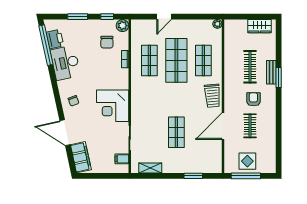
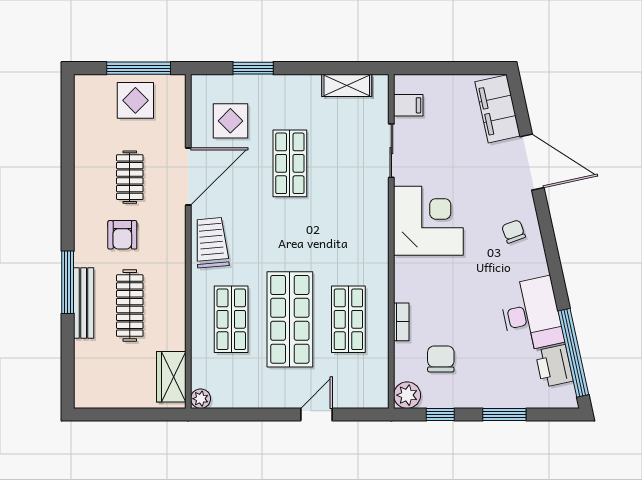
wardrobe: (259, 26) -> (171, 377), moved, turned -90
bench: (271, 72) -> (84, 303), width x1.36
window: (279, 77) -> (68, 282), width x1.44
display table: (204, 152) -> (230, 121), added

